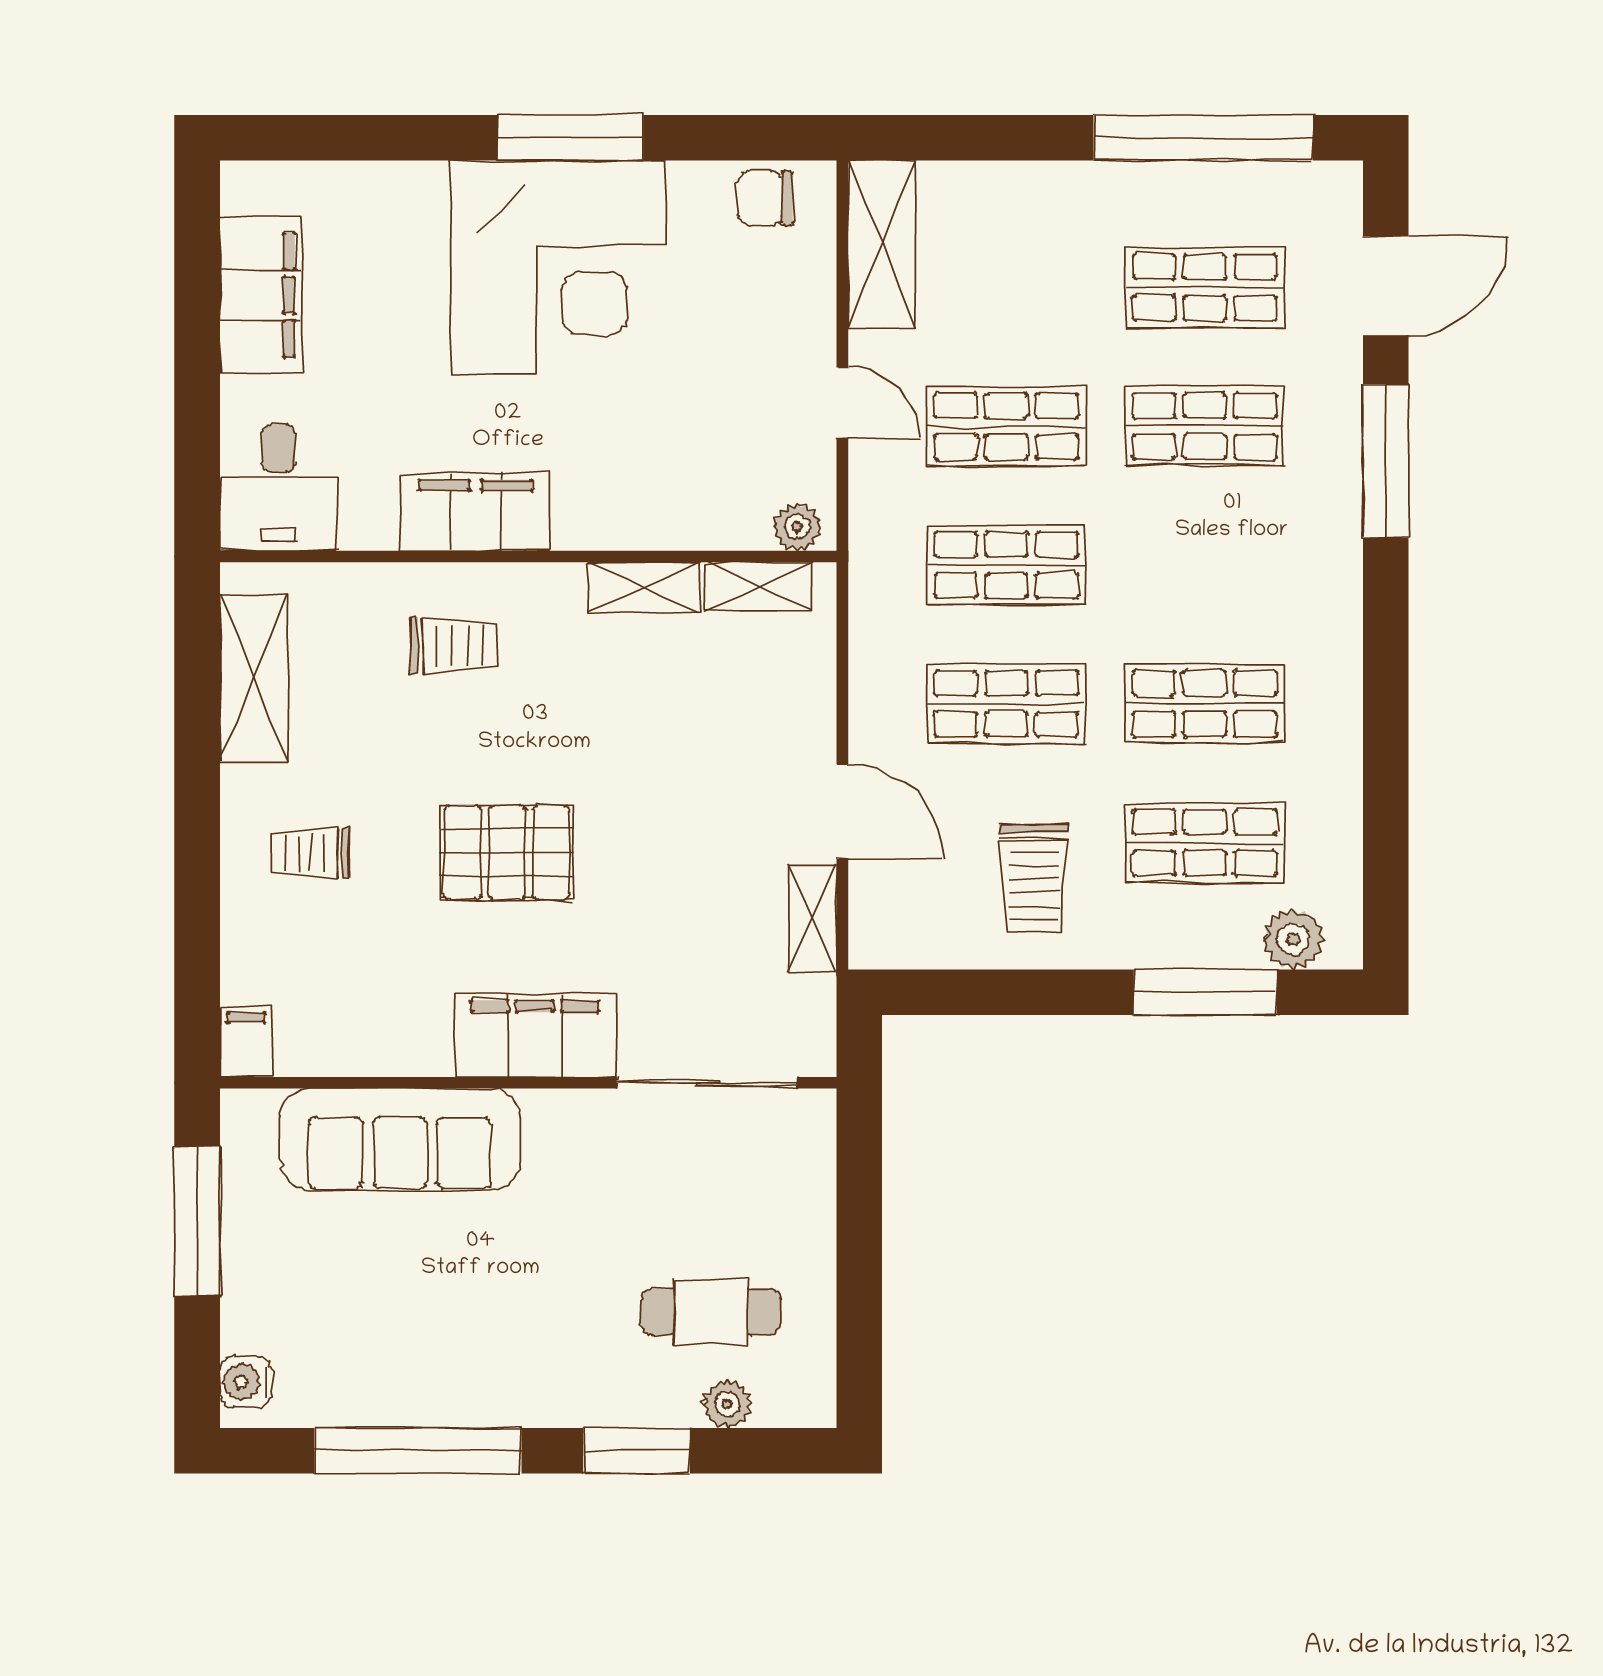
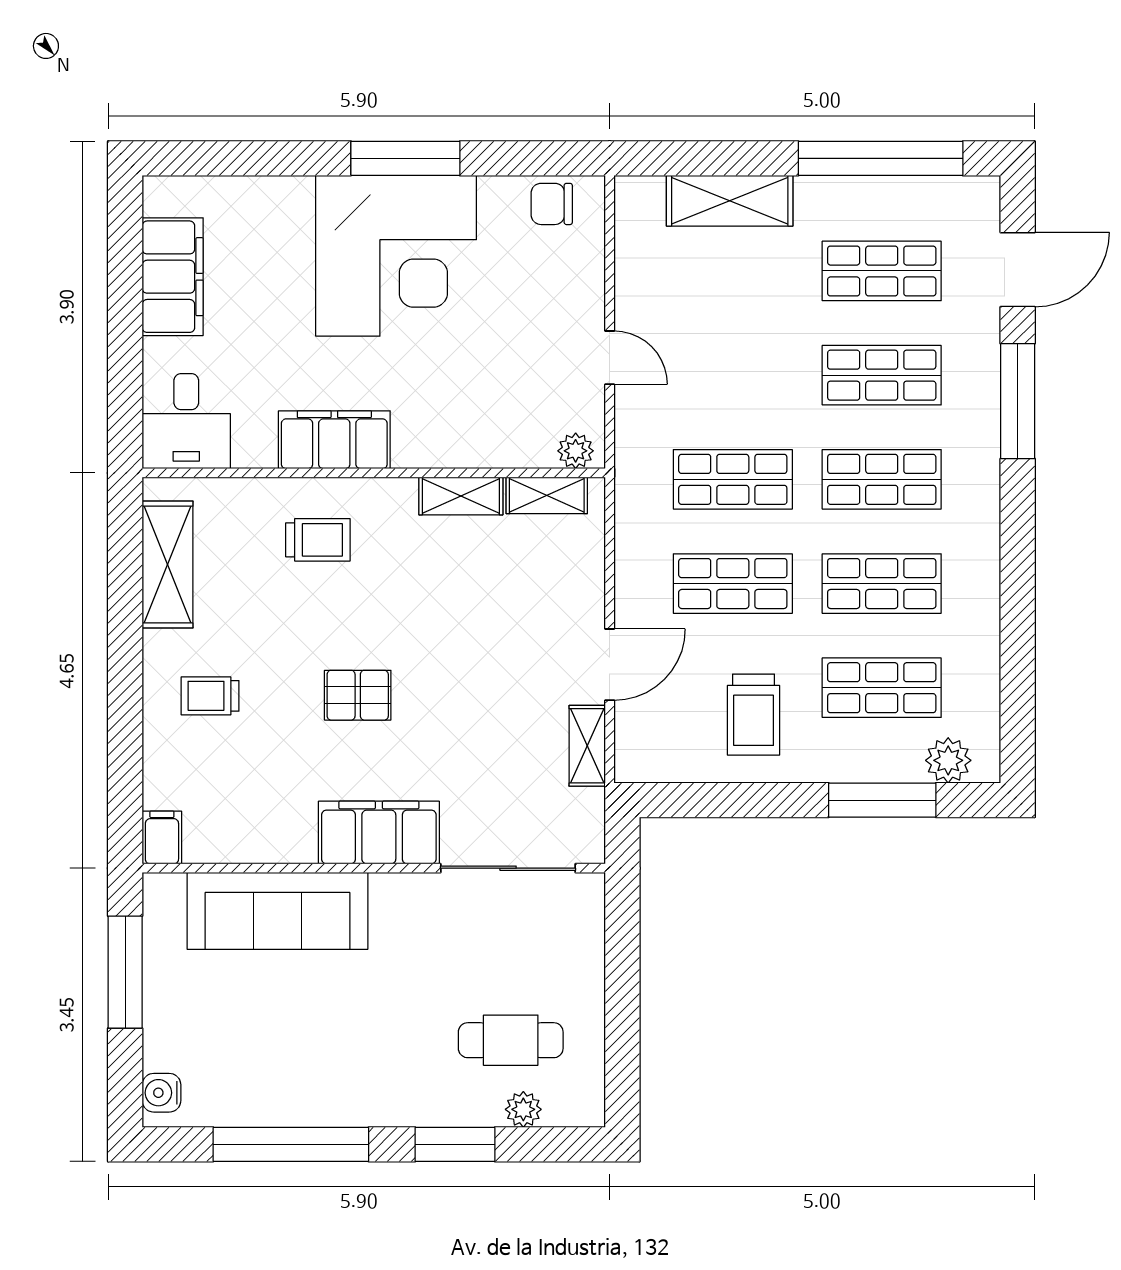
shelving: (882, 245) -> (730, 201), moved, turned 90
shop shelf: (1006, 426) -> (882, 479), moved
door: (842, 812) -> (610, 665), hinge flipped
pallet: (507, 852) -> (358, 695), width x0.67, depth x0.71

